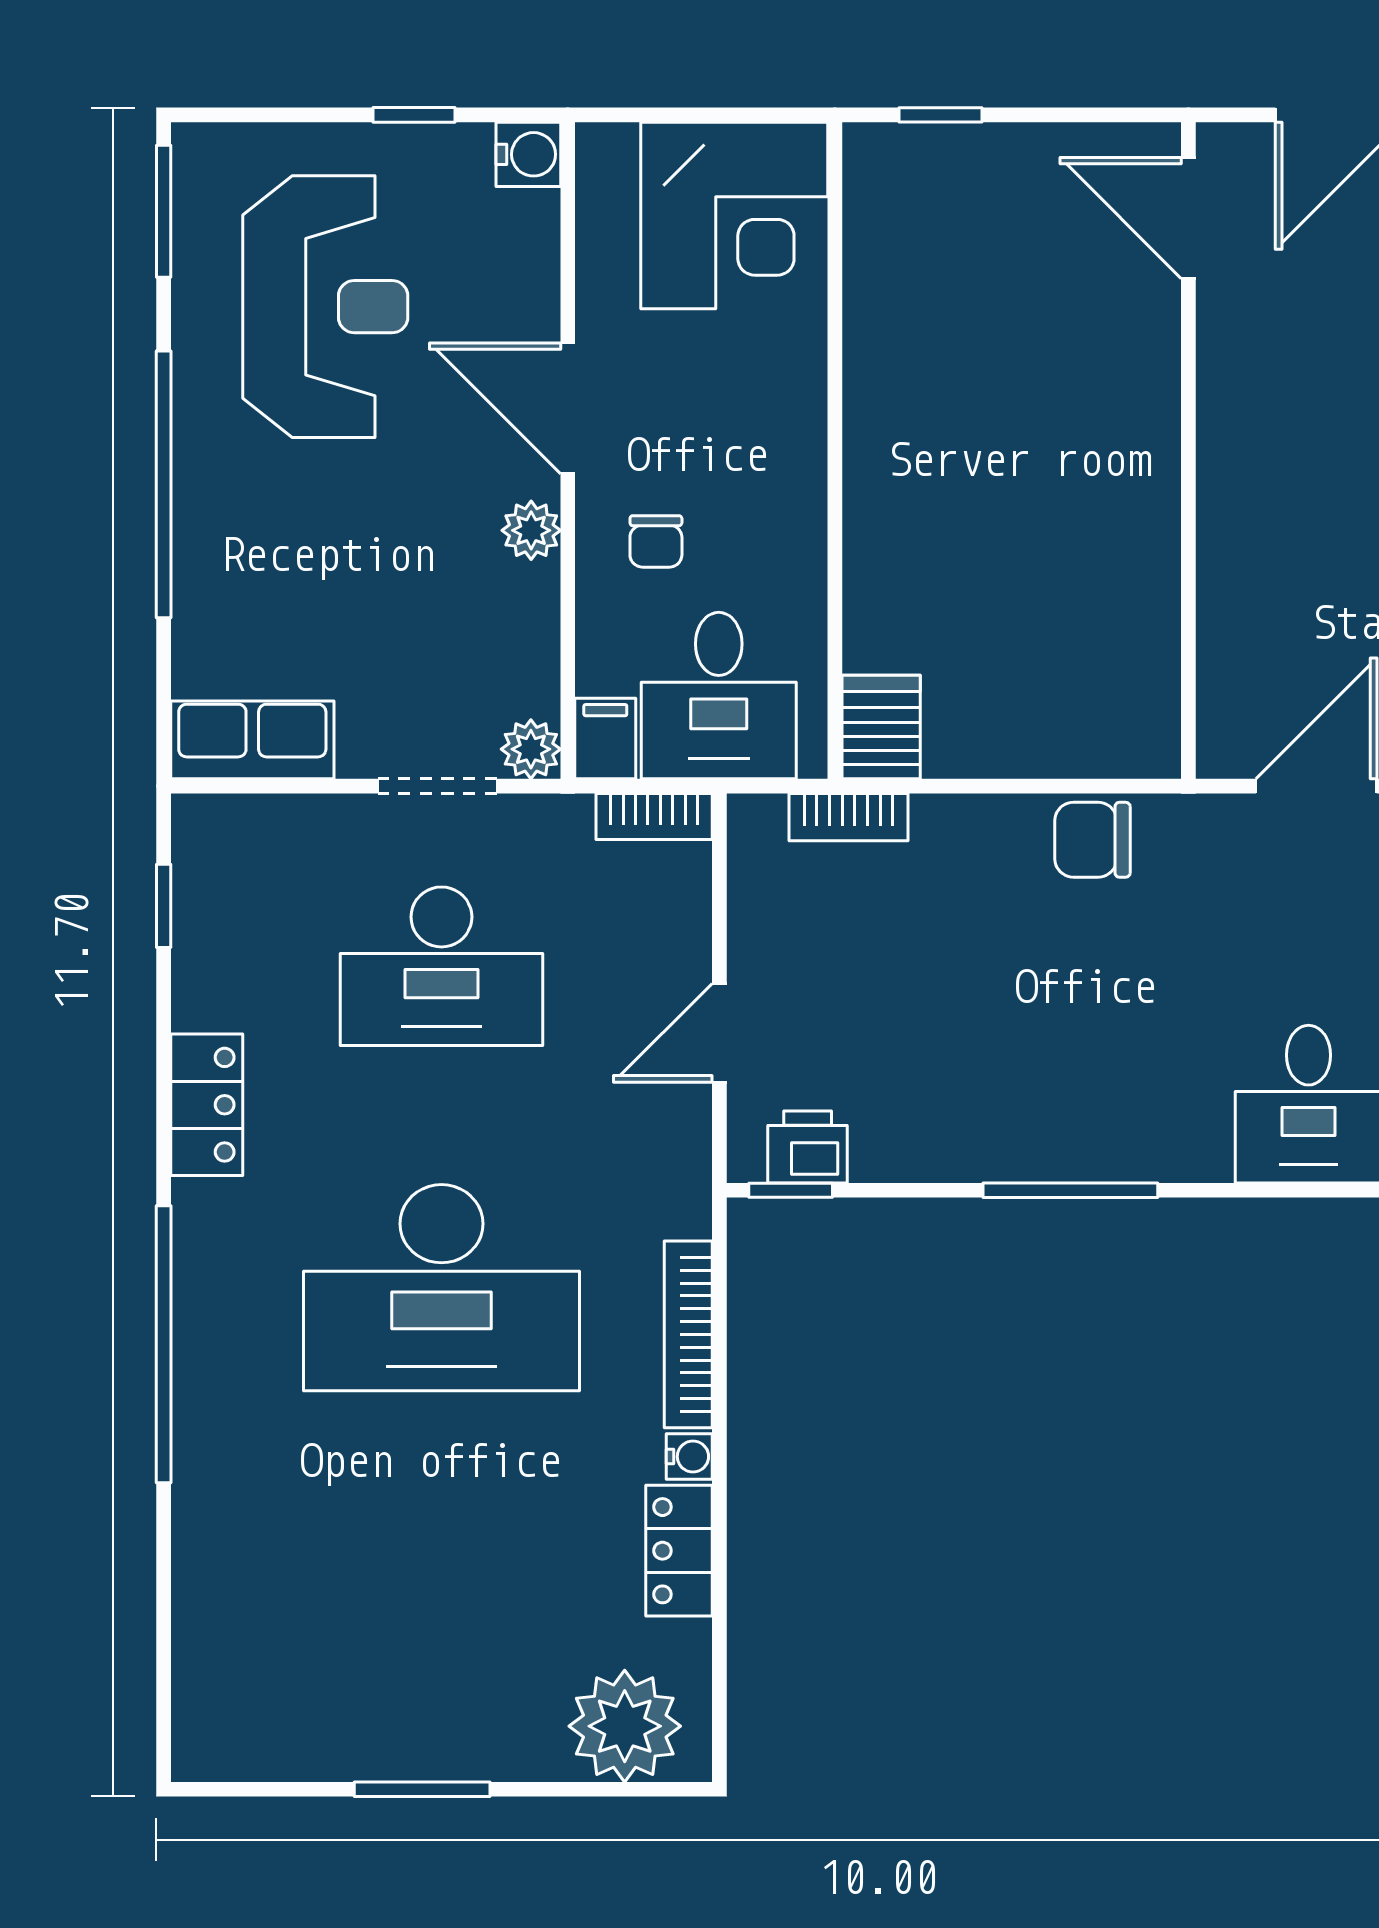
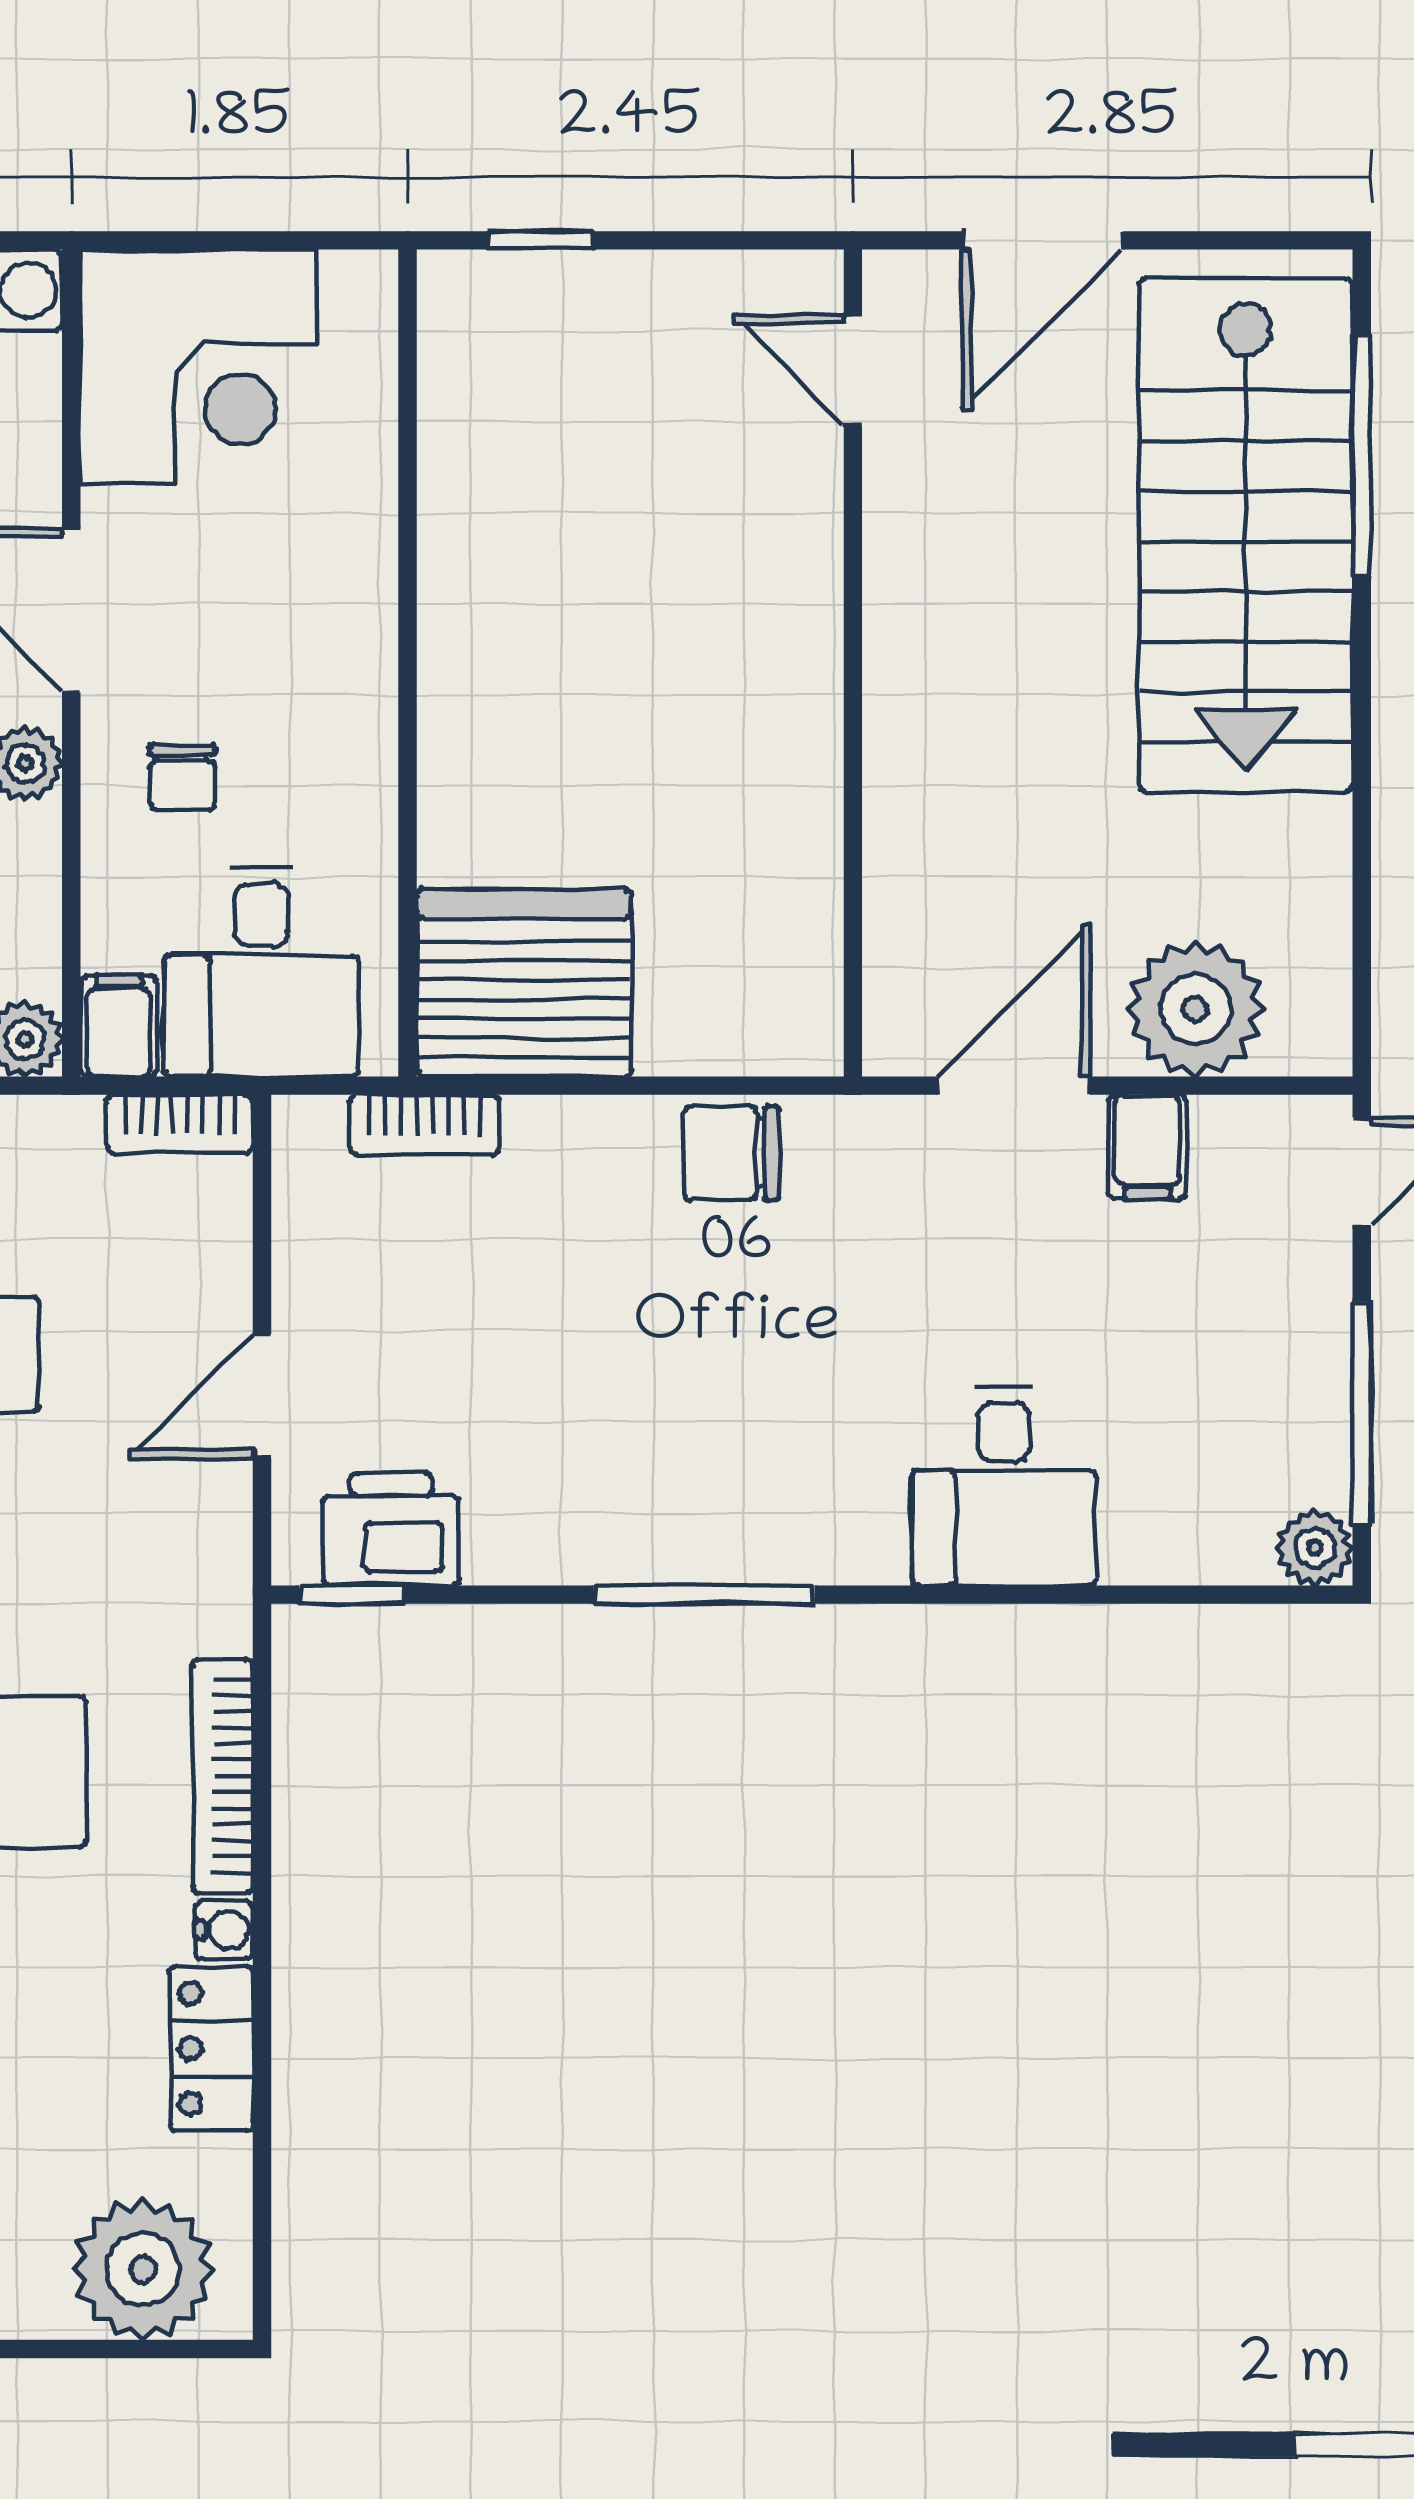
corner desk: (734, 216) -> (198, 367), moved
door: (1188, 218) -> (853, 370), width x0.73
server rack: (881, 727) -> (524, 983), width x2.18, depth x1.44
printer: (808, 1147) -> (391, 1529), width x1.36, depth x1.24

